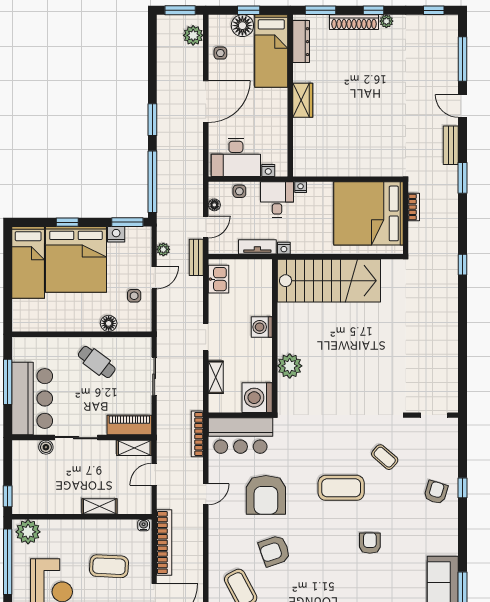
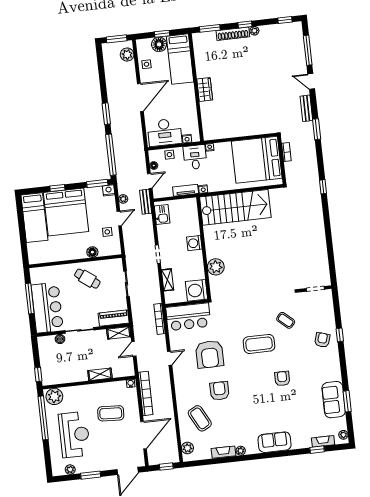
dresser: (301, 42) -> (199, 51), removed
nightstand: (116, 234) -> (109, 190), moved
armchair: (275, 551) -> (219, 391), turned 109

